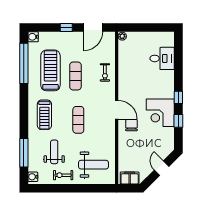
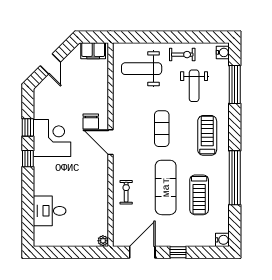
window: (24, 63) -> (235, 178), moved
treadmill: (50, 70) -> (199, 195), width x0.73, depth x0.73
exercise mat: (75, 76) -> (166, 187), width x1.36, depth x1.45

